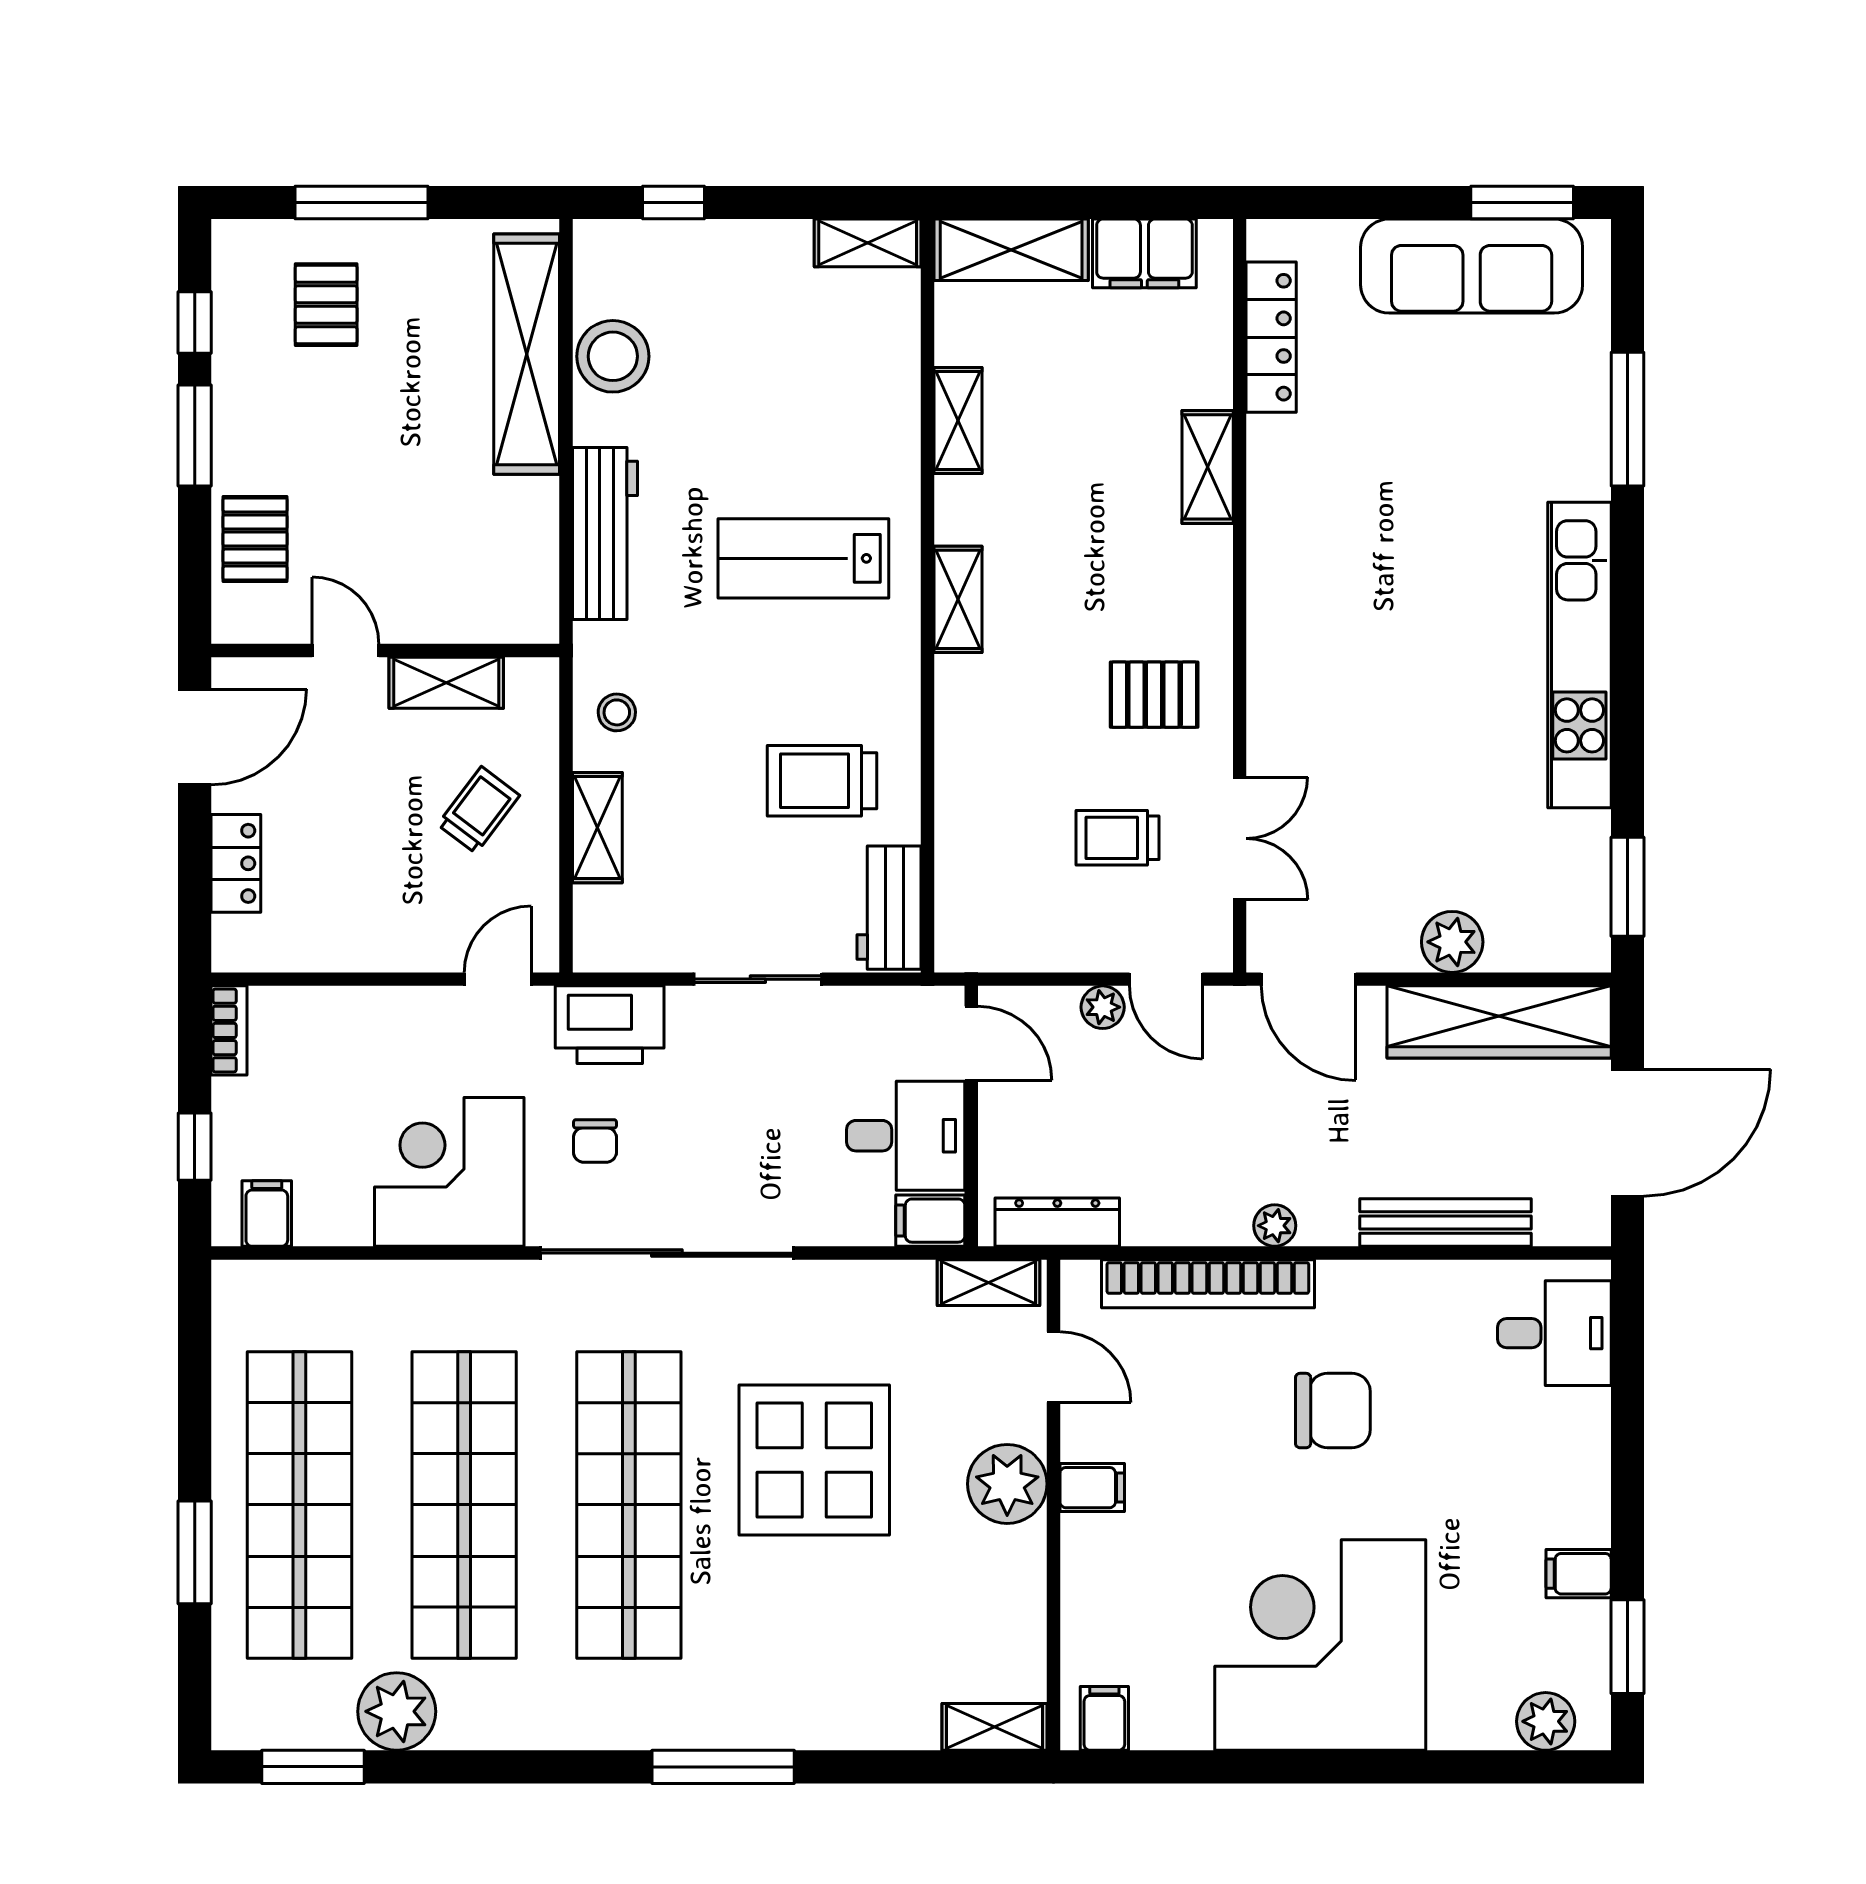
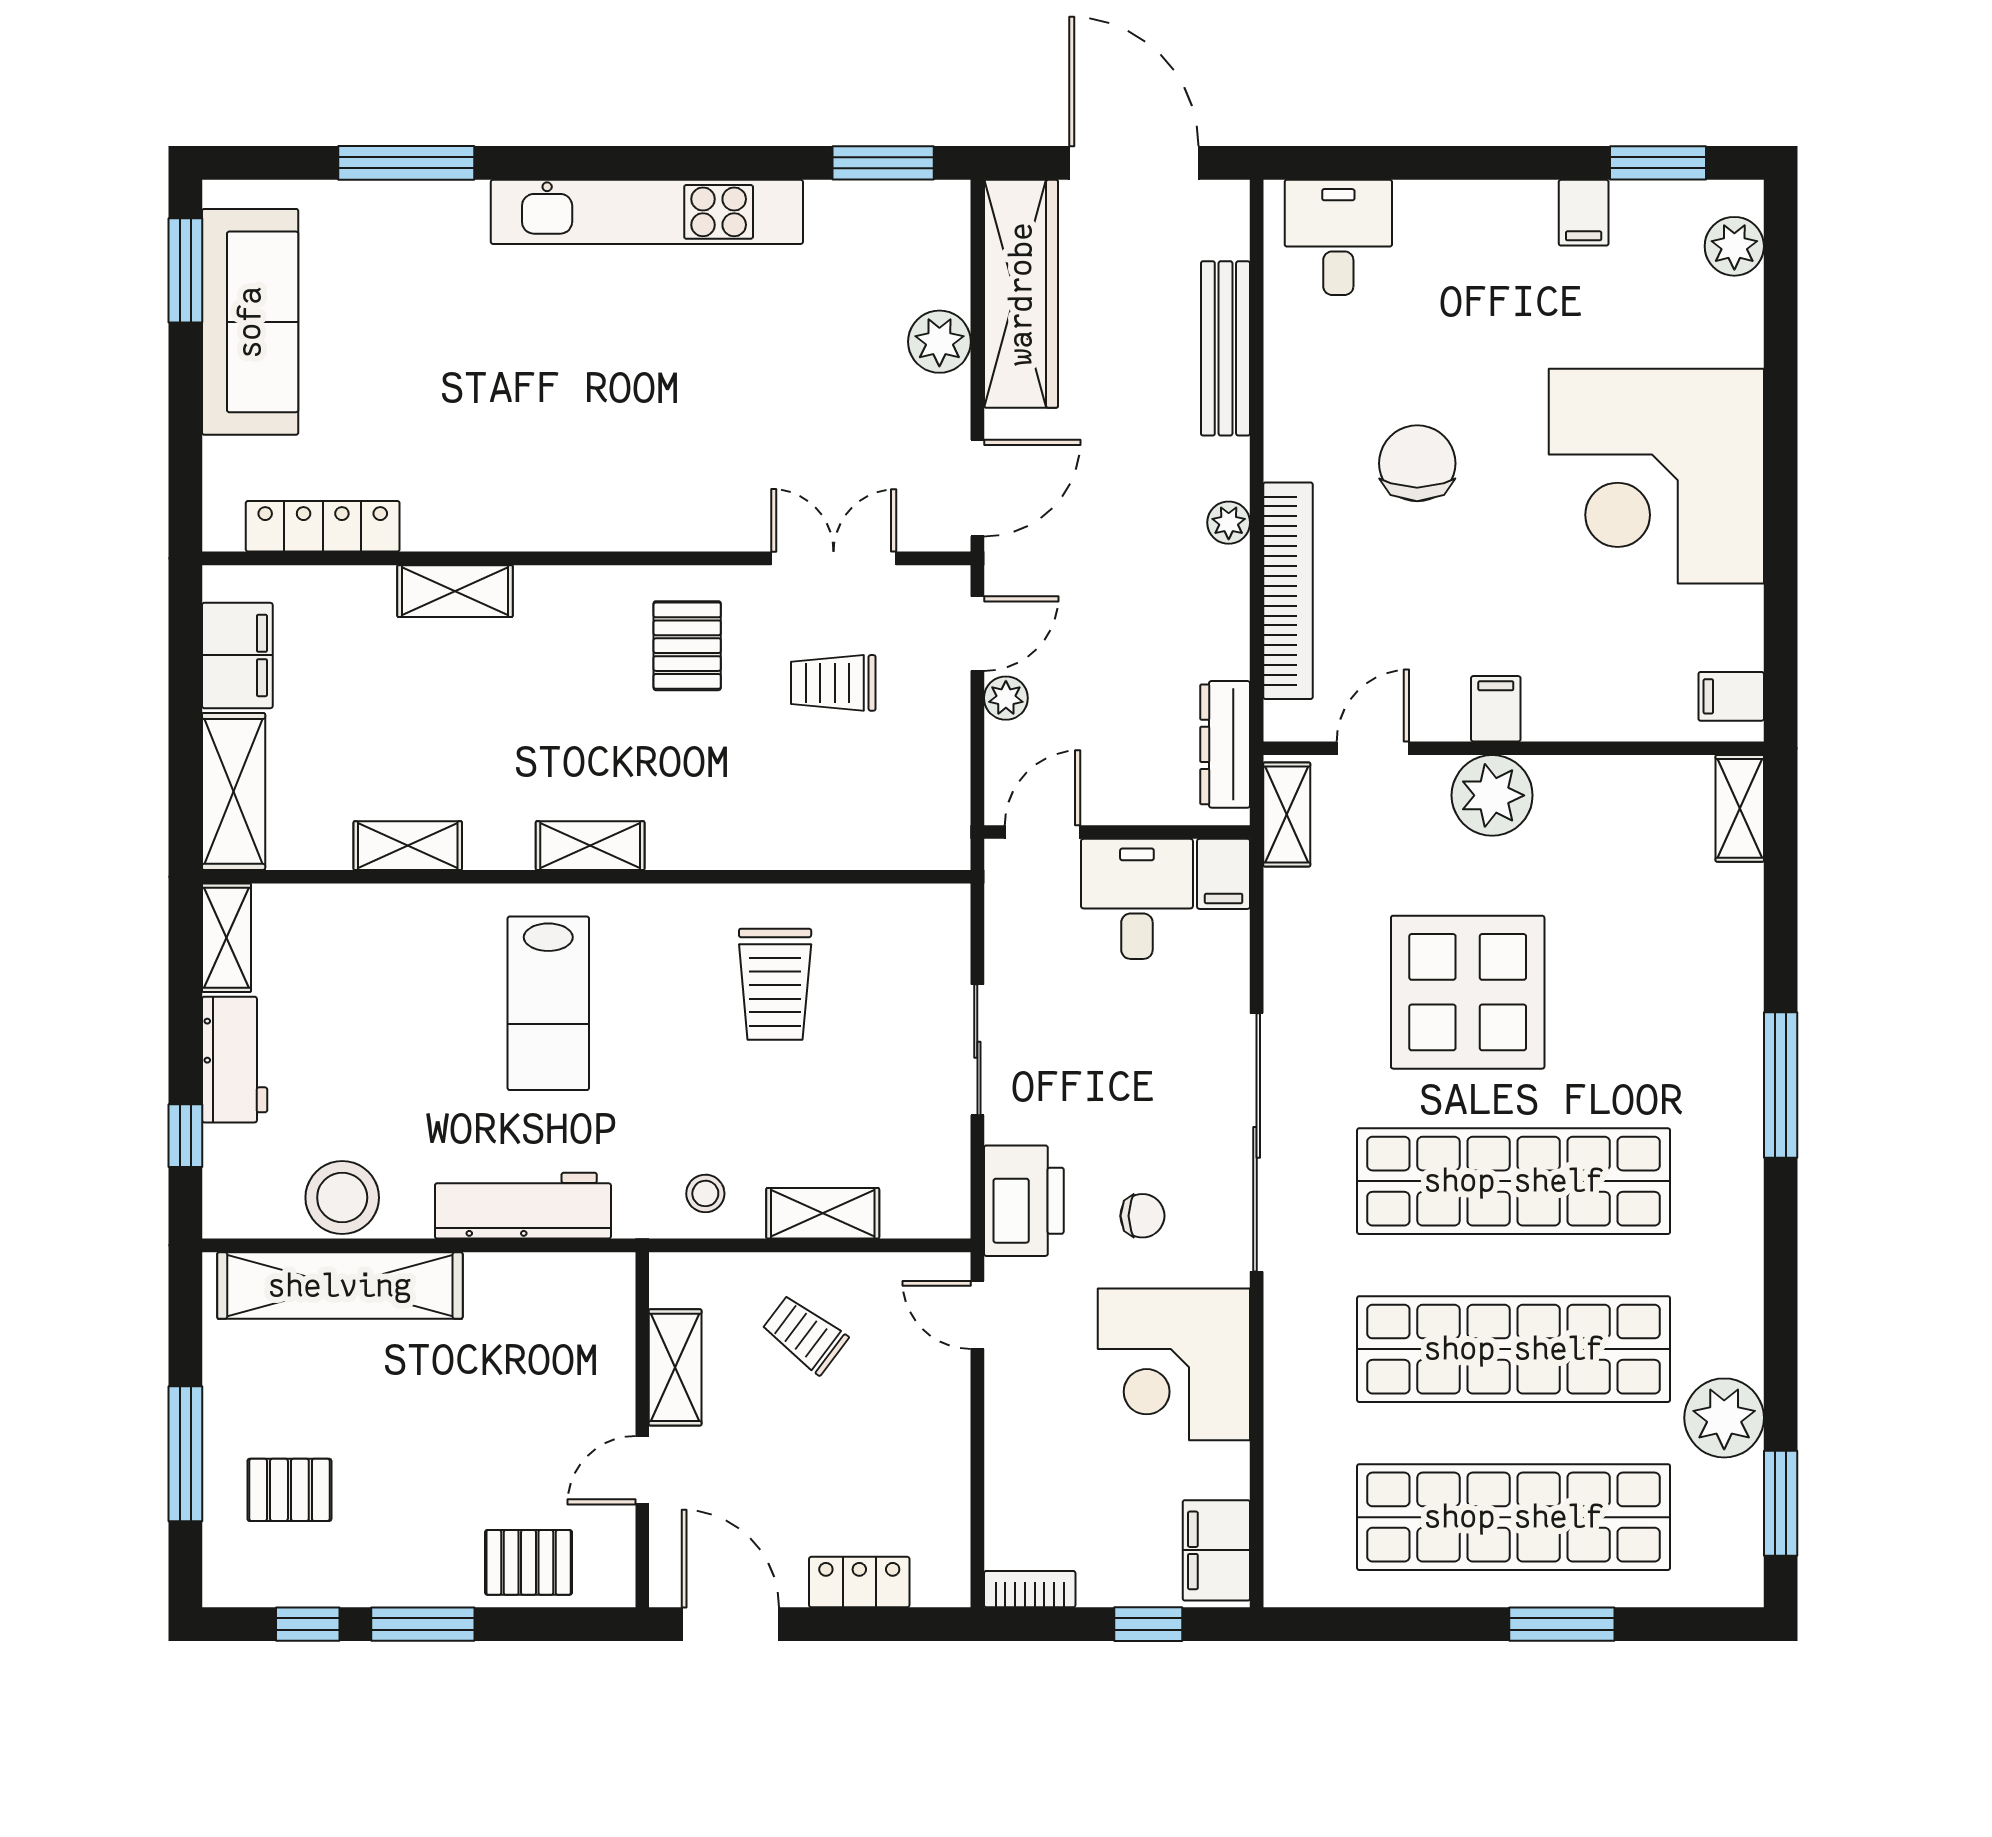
trolley: (1118, 838) -> (833, 683), turned 90
workbench: (889, 908) -> (235, 1060), moved, turned -90
filing cabinet: (267, 1214) -> (1216, 1550), width x2.00

